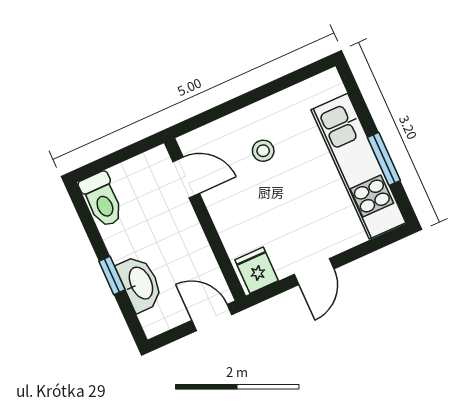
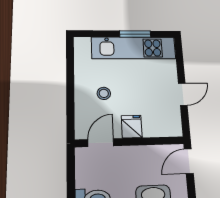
fridge: (257, 270) -> (132, 127), moved, turned 90
door: (314, 272) -> (183, 94), hinge flipped

